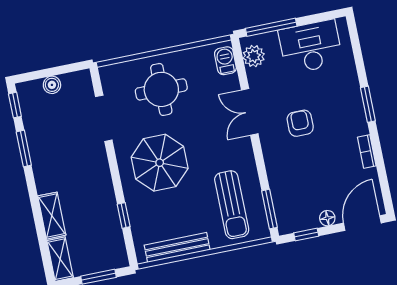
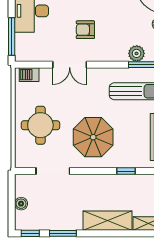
plant: (254, 56) -> (137, 53), moved
shelving: (52, 216) -> (107, 221), width x1.50, depth x1.33

